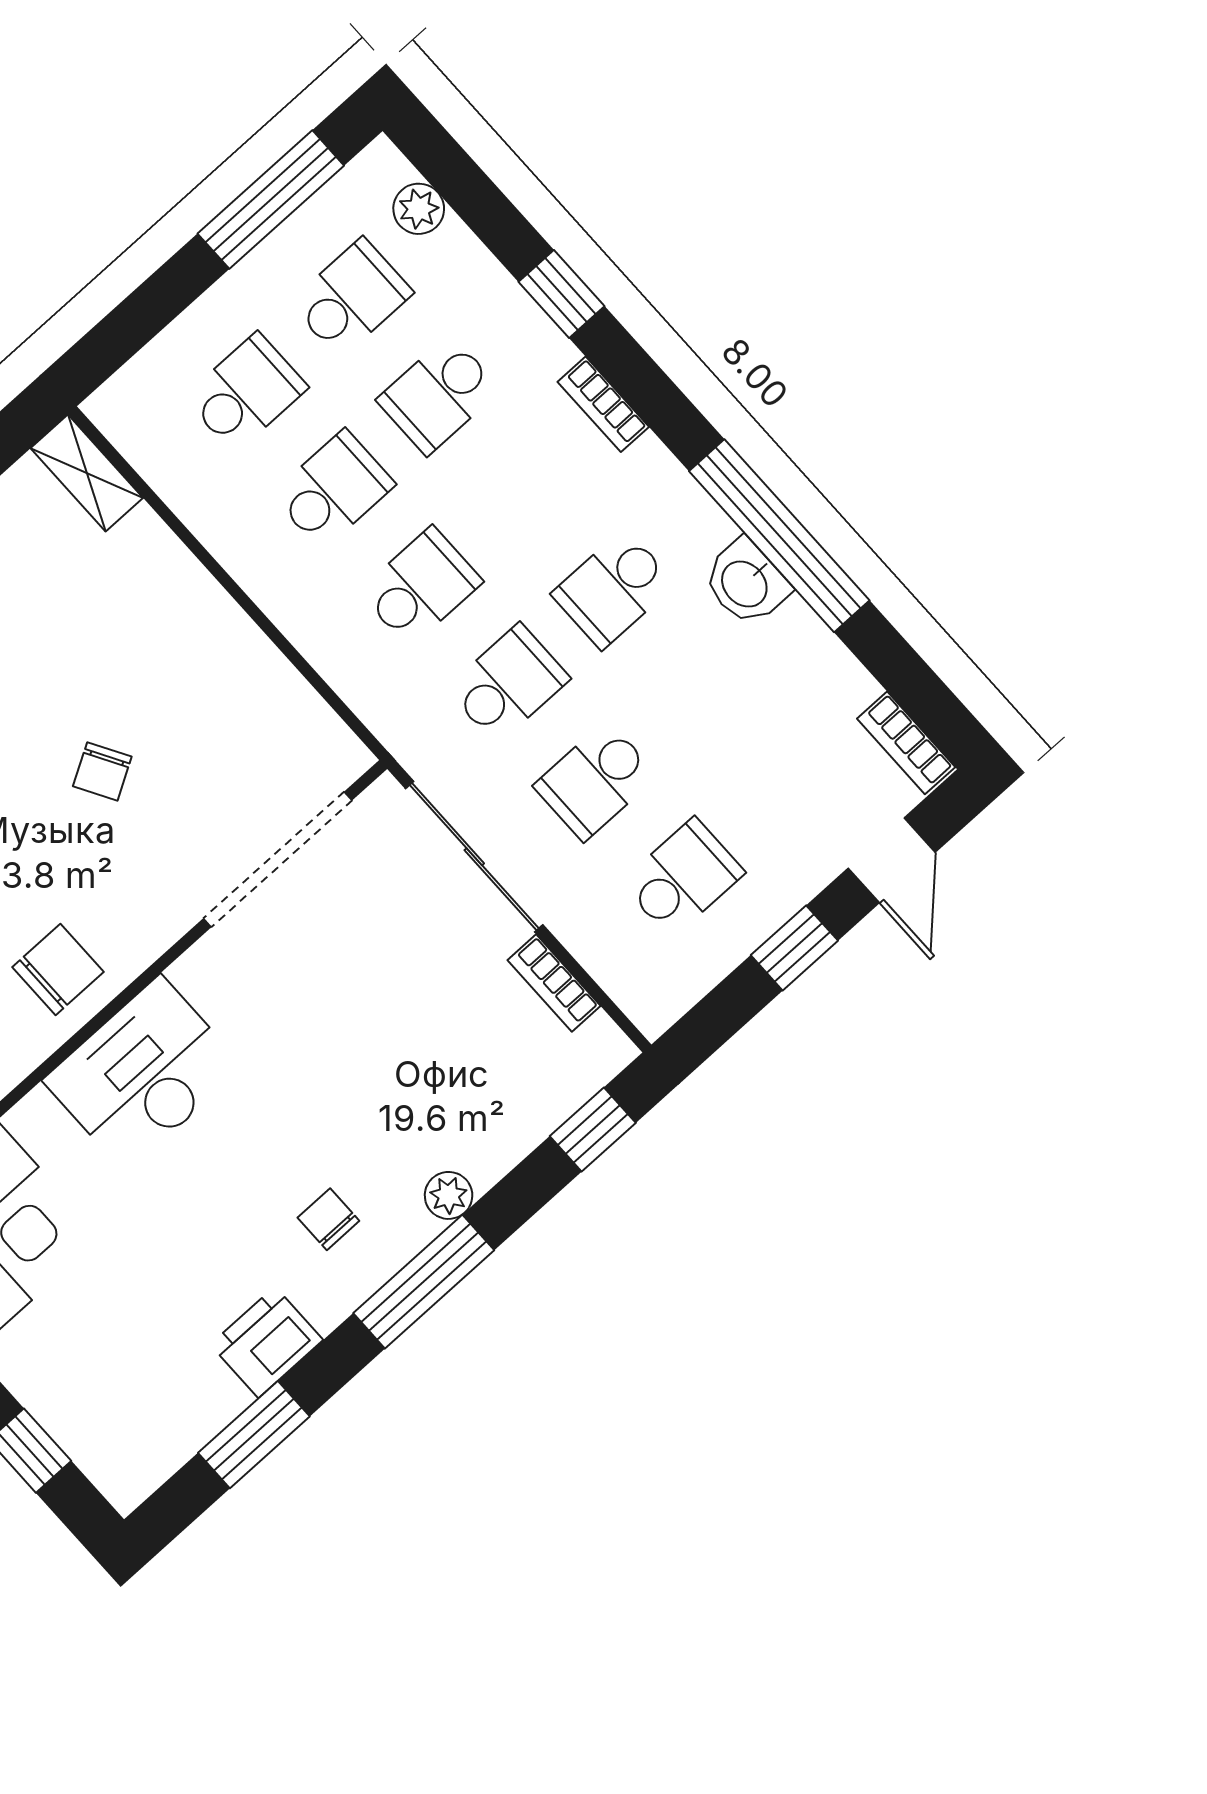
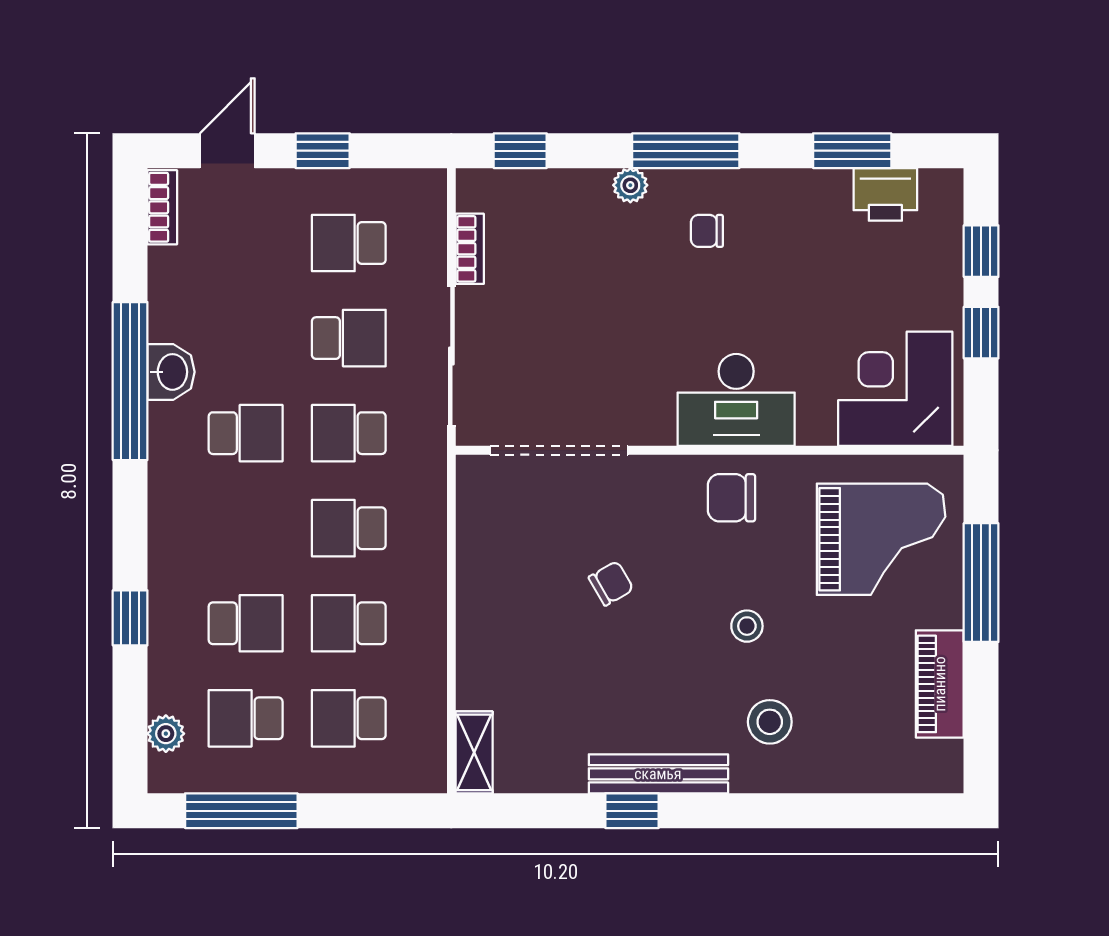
bookcase: (603, 404) -> (161, 538), removed
chair: (328, 1219) -> (707, 231), turned 90
printer: (267, 1342) -> (885, 194), moved

